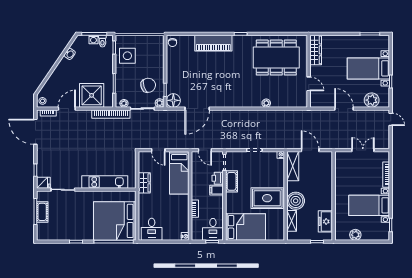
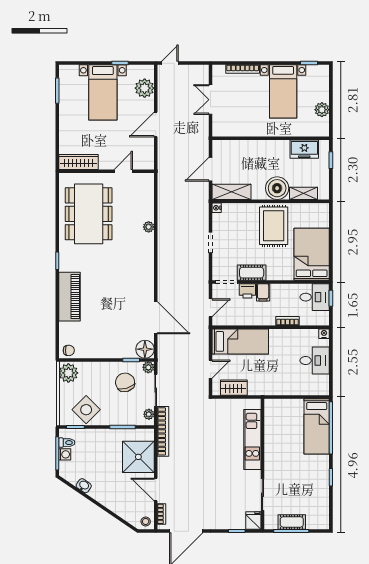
plant: (155, 42) -> (68, 373), added
side table: (127, 56) -> (86, 410), turned 45
wardrobe: (144, 183) -> (234, 388), moved
bed: (115, 221) -> (317, 426), width x0.49
desk: (152, 229) -> (315, 360), moved

